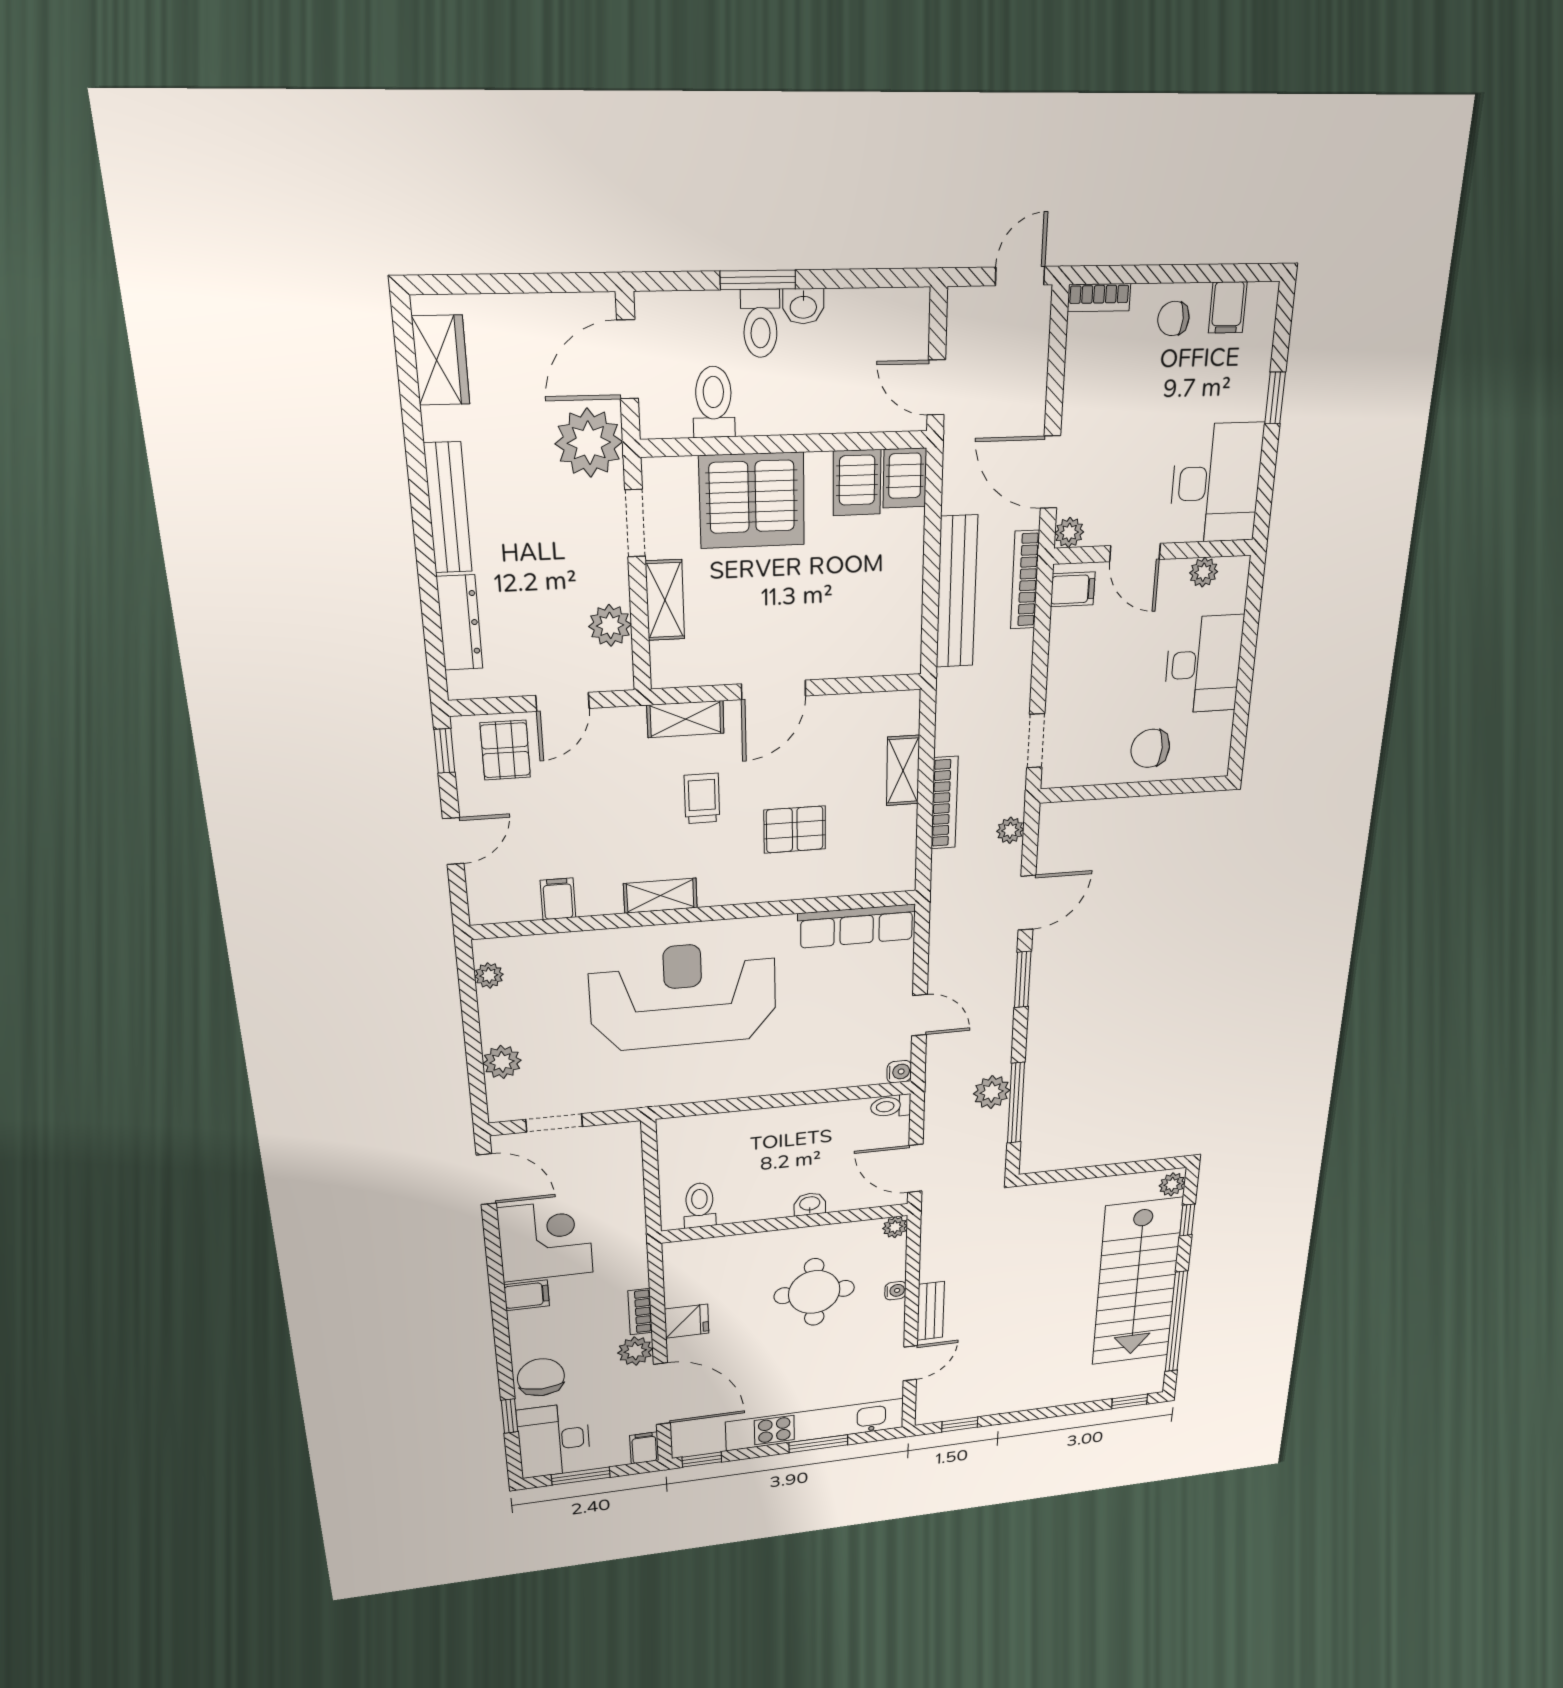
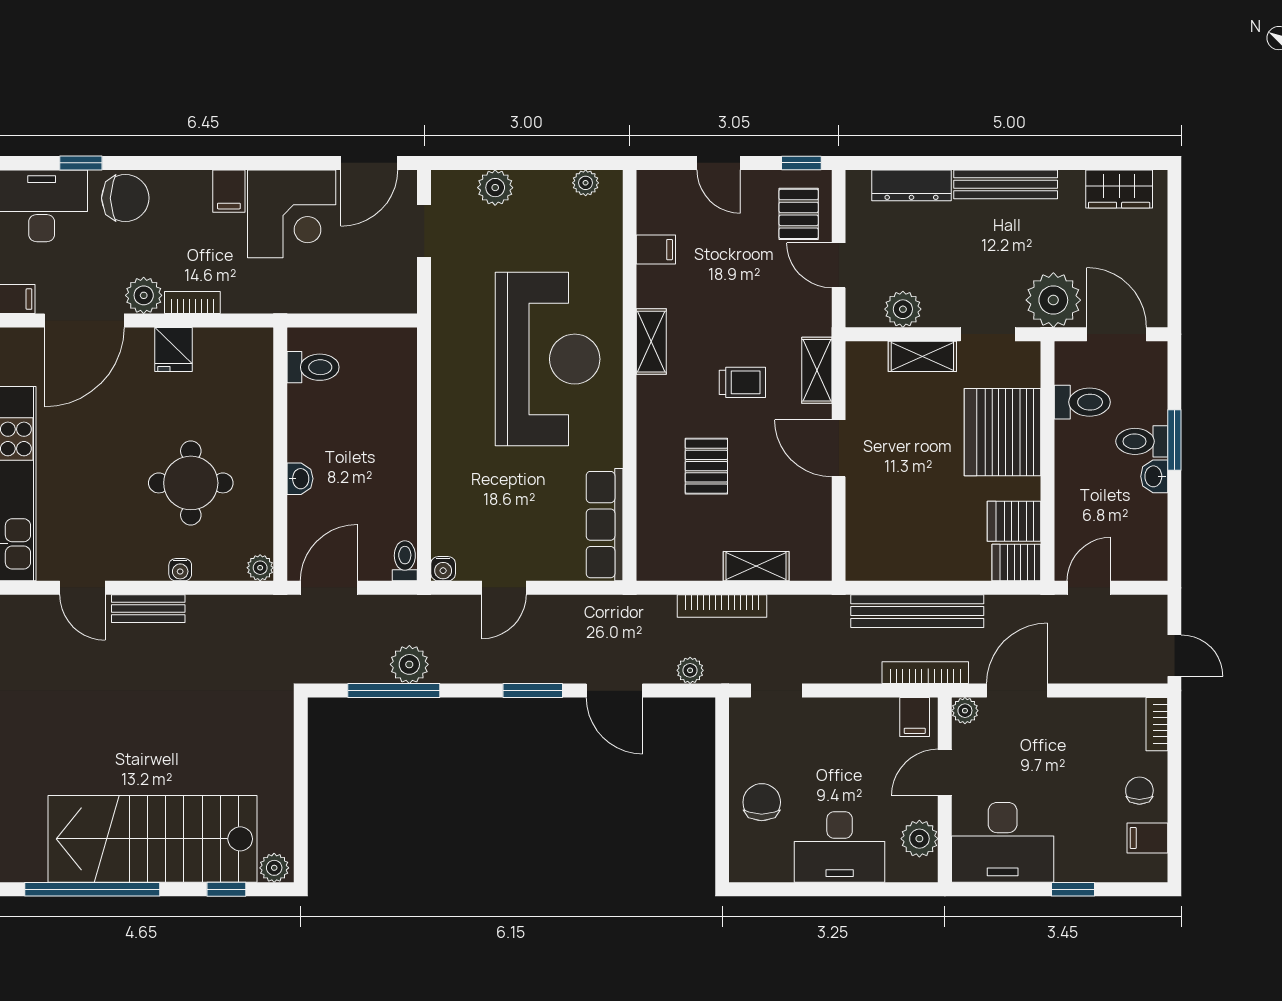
plant: (1204, 572) -> (919, 839), width x1.38, depth x1.38
pallet: (505, 750) -> (799, 214), turned 90

